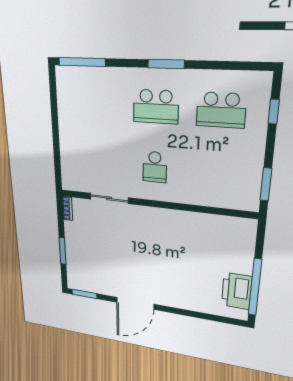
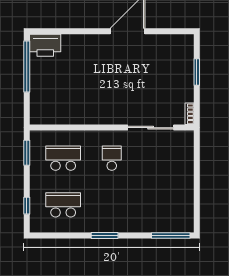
school desk: (156, 107) -> (63, 158), moved
sliding door: (109, 198) -> (151, 128), width x1.37
printer: (237, 291) -> (45, 45), moved, turned 90
window: (84, 294) -> (177, 31), removed

